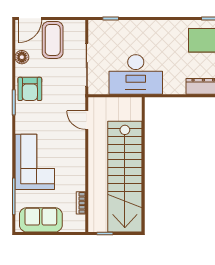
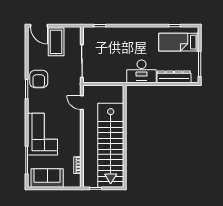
door: (30, 18) -> (39, 26), hinge flipped
floor lamp: (22, 57) -> (33, 55), removed
desk: (136, 74) -> (141, 71), moved, width x0.73, depth x0.77

